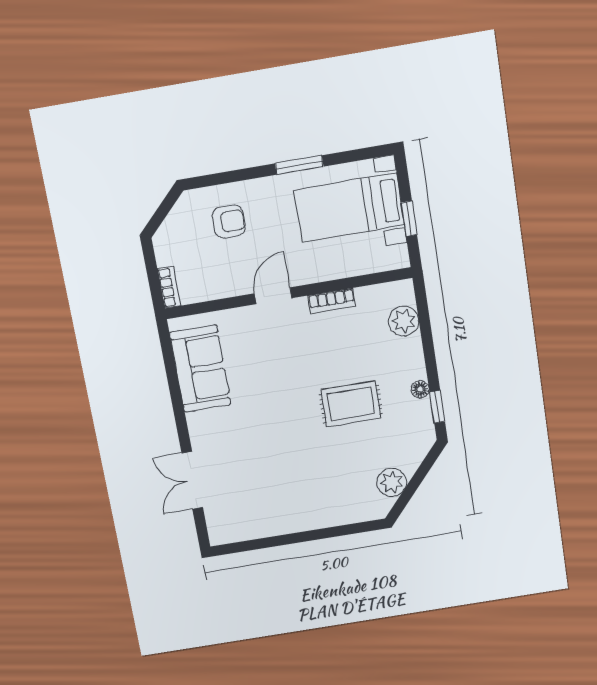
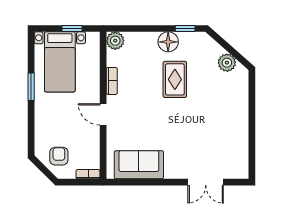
armchair: (229, 222) -> (59, 156), moved
plant: (404, 321) -> (115, 41), moved
floor lamp: (420, 389) -> (168, 42), width x1.89, depth x1.89

